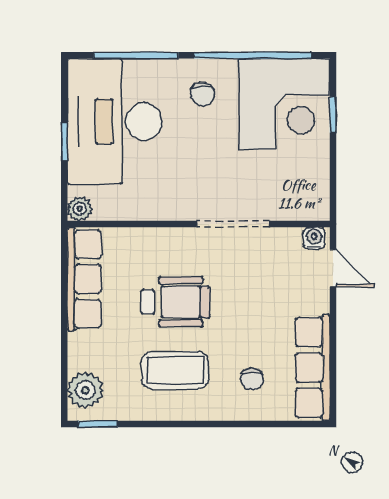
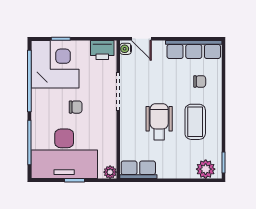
chair: (203, 94) -> (76, 107), moved
printer: (312, 194) -> (102, 50), added
door: (333, 268) -> (141, 39), swing flipped
row of seats: (84, 279) -> (138, 170), width x0.68

